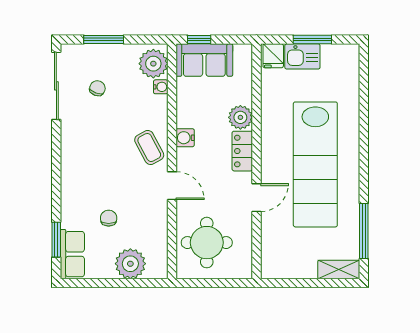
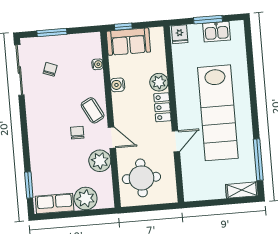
kitchen sink: (302, 56) -> (217, 32), moved
plant: (153, 64) -> (100, 161), moved
water cooler: (185, 138) -> (118, 85), moved
chair: (109, 218) -> (77, 133), moved
row of seats: (72, 254) -> (55, 204), moved, turned -90

